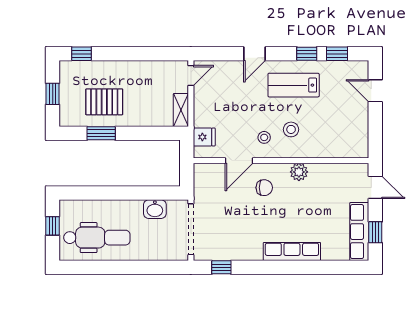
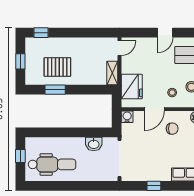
fridge: (204, 137) -> (132, 86), width x1.88, depth x1.34
water cooler: (201, 171) -> (127, 117), added
window: (221, 267) -> (154, 186), moved

